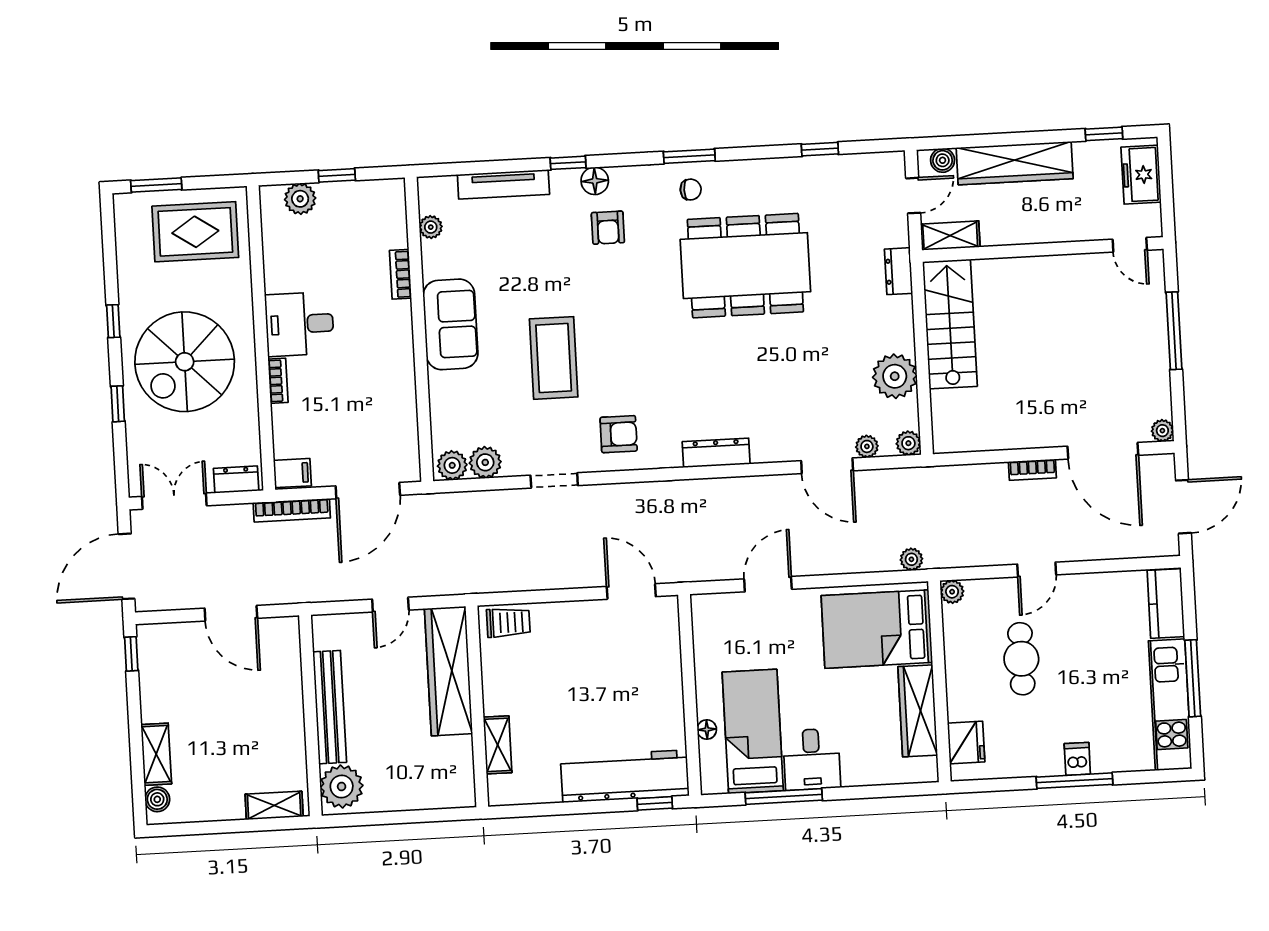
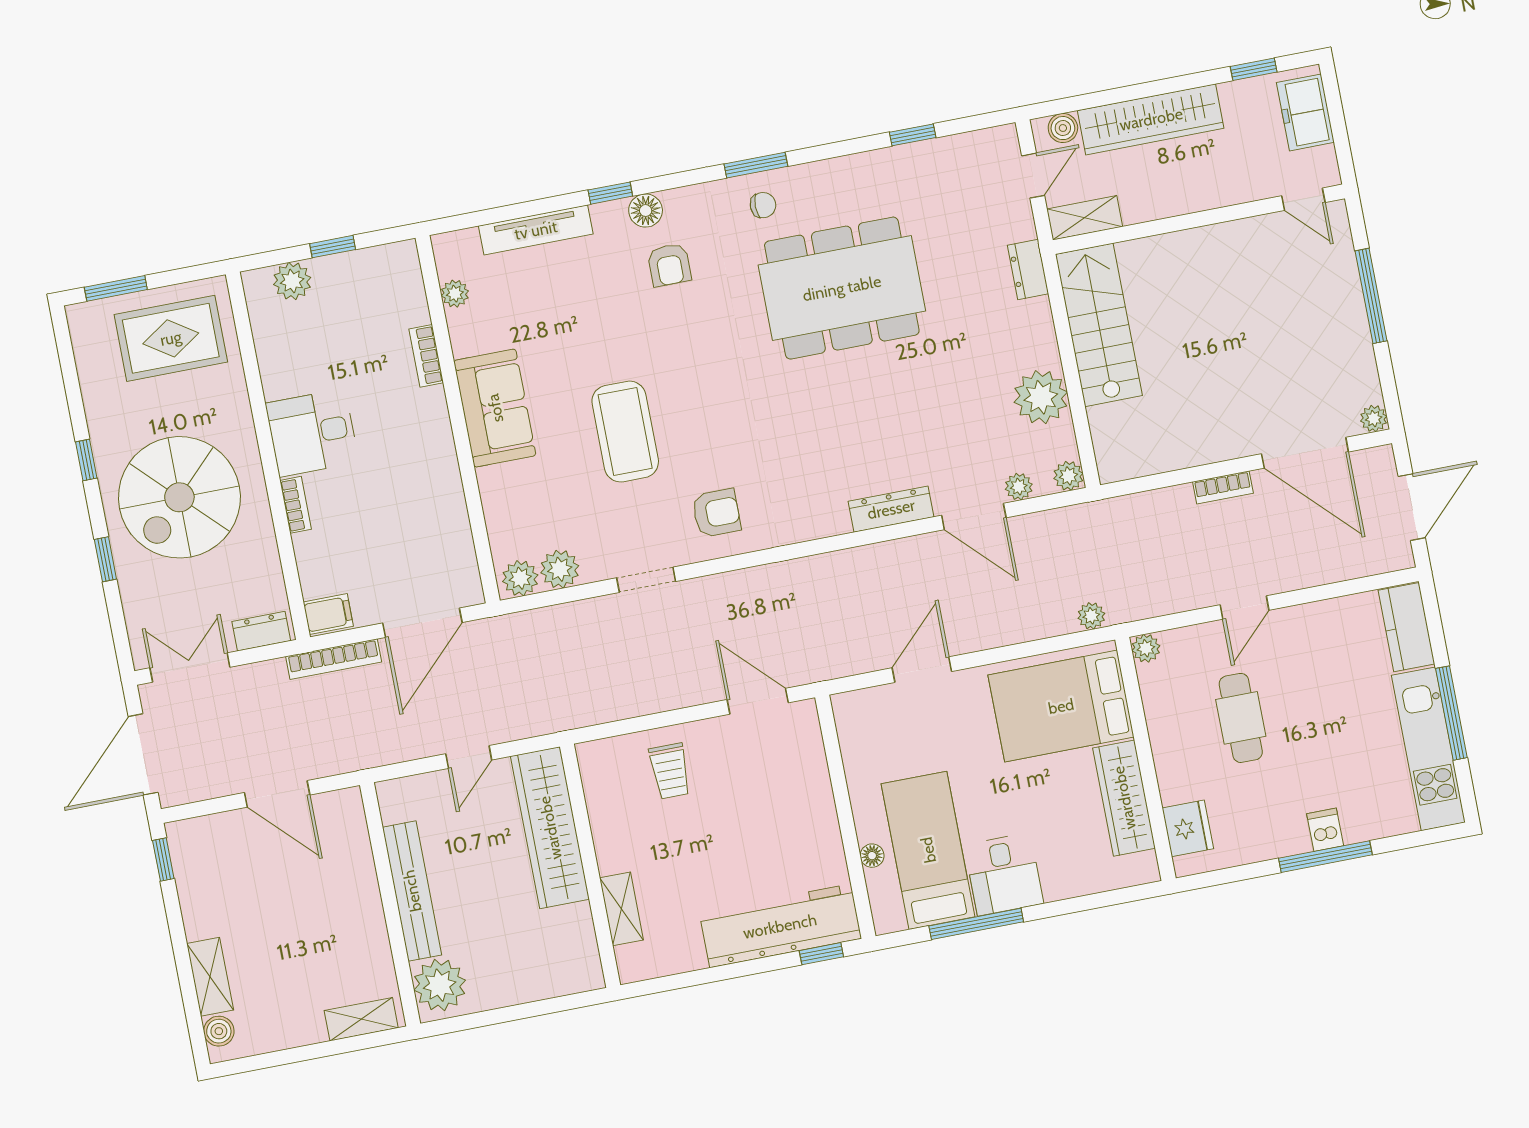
dresser: (716, 453) -> (891, 509), moved
trolley: (508, 622) -> (670, 771), moved, turned 90

